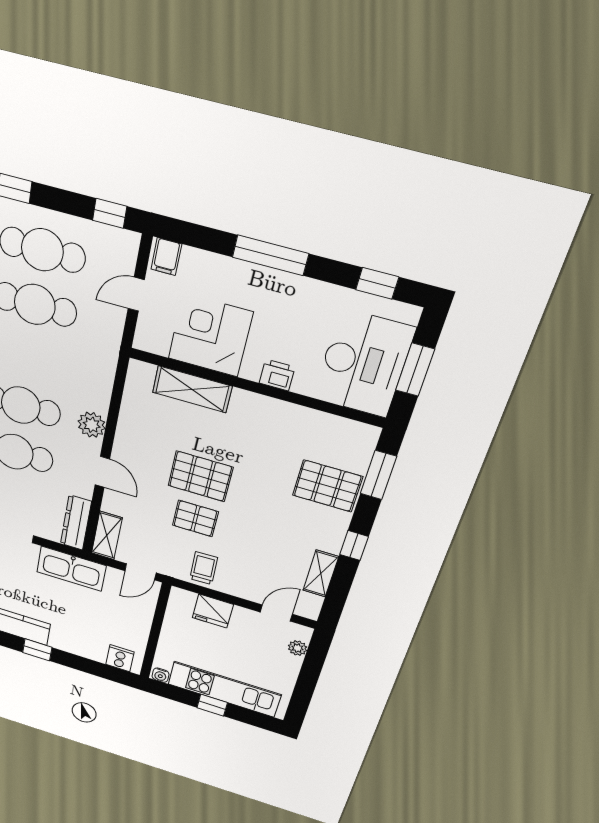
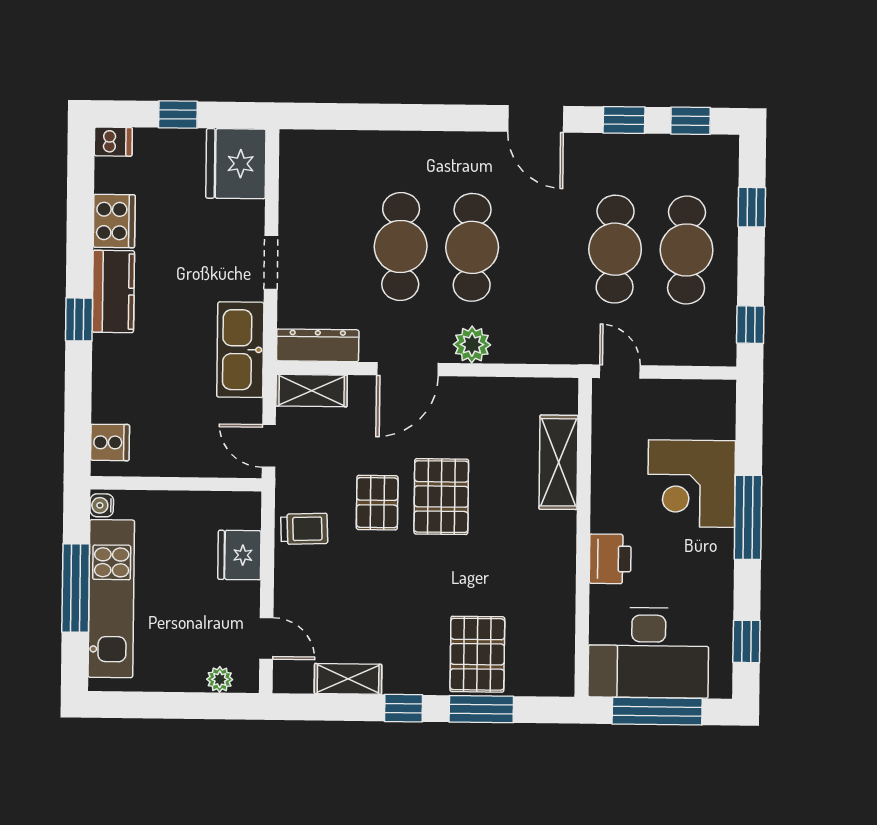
filing cabinet: (166, 257) -> (716, 400), removed
door: (136, 294) -> (620, 372), moved
corner desk: (210, 335) -> (691, 484), moved, turned 180
window: (415, 370) -> (657, 711), width x1.44
printer: (277, 375) -> (610, 559), width x1.36, depth x1.24
door: (102, 472) -> (407, 369), width x1.37
window: (378, 475) -> (481, 709), moved
window: (212, 705) -> (76, 588), width x2.17

